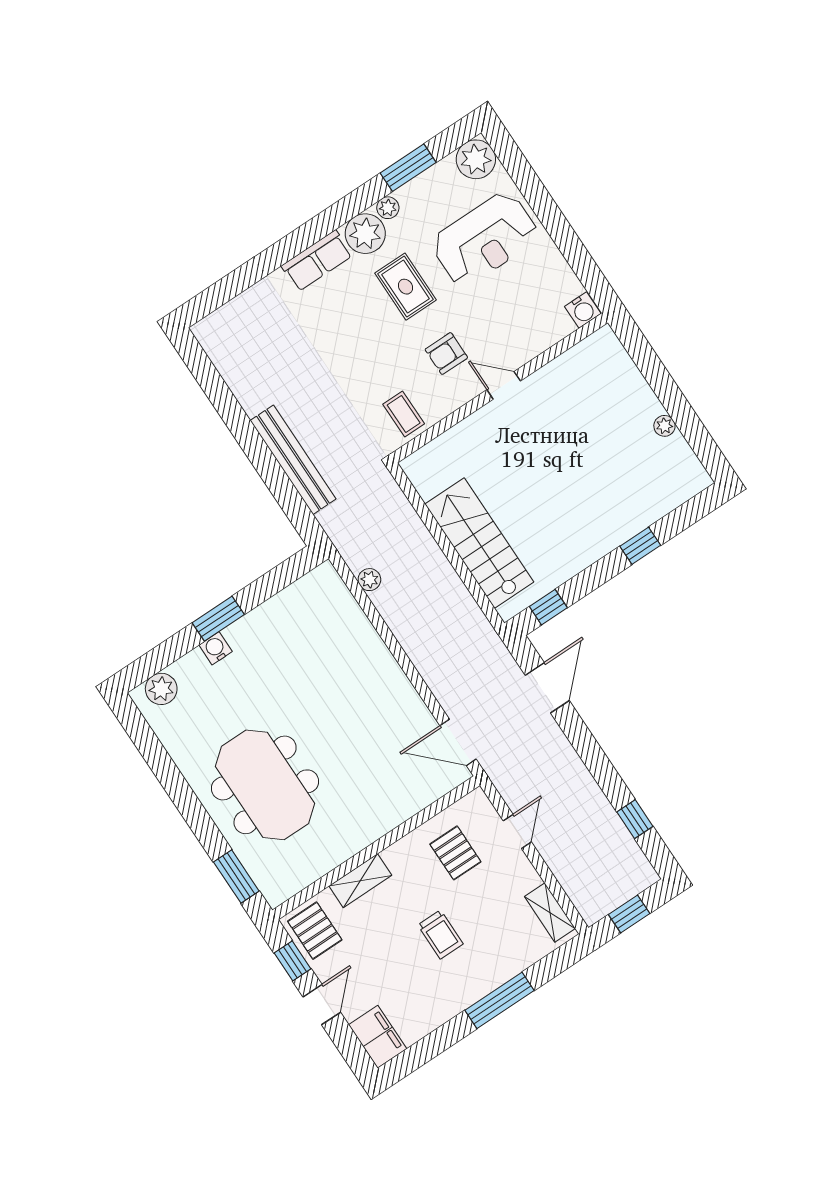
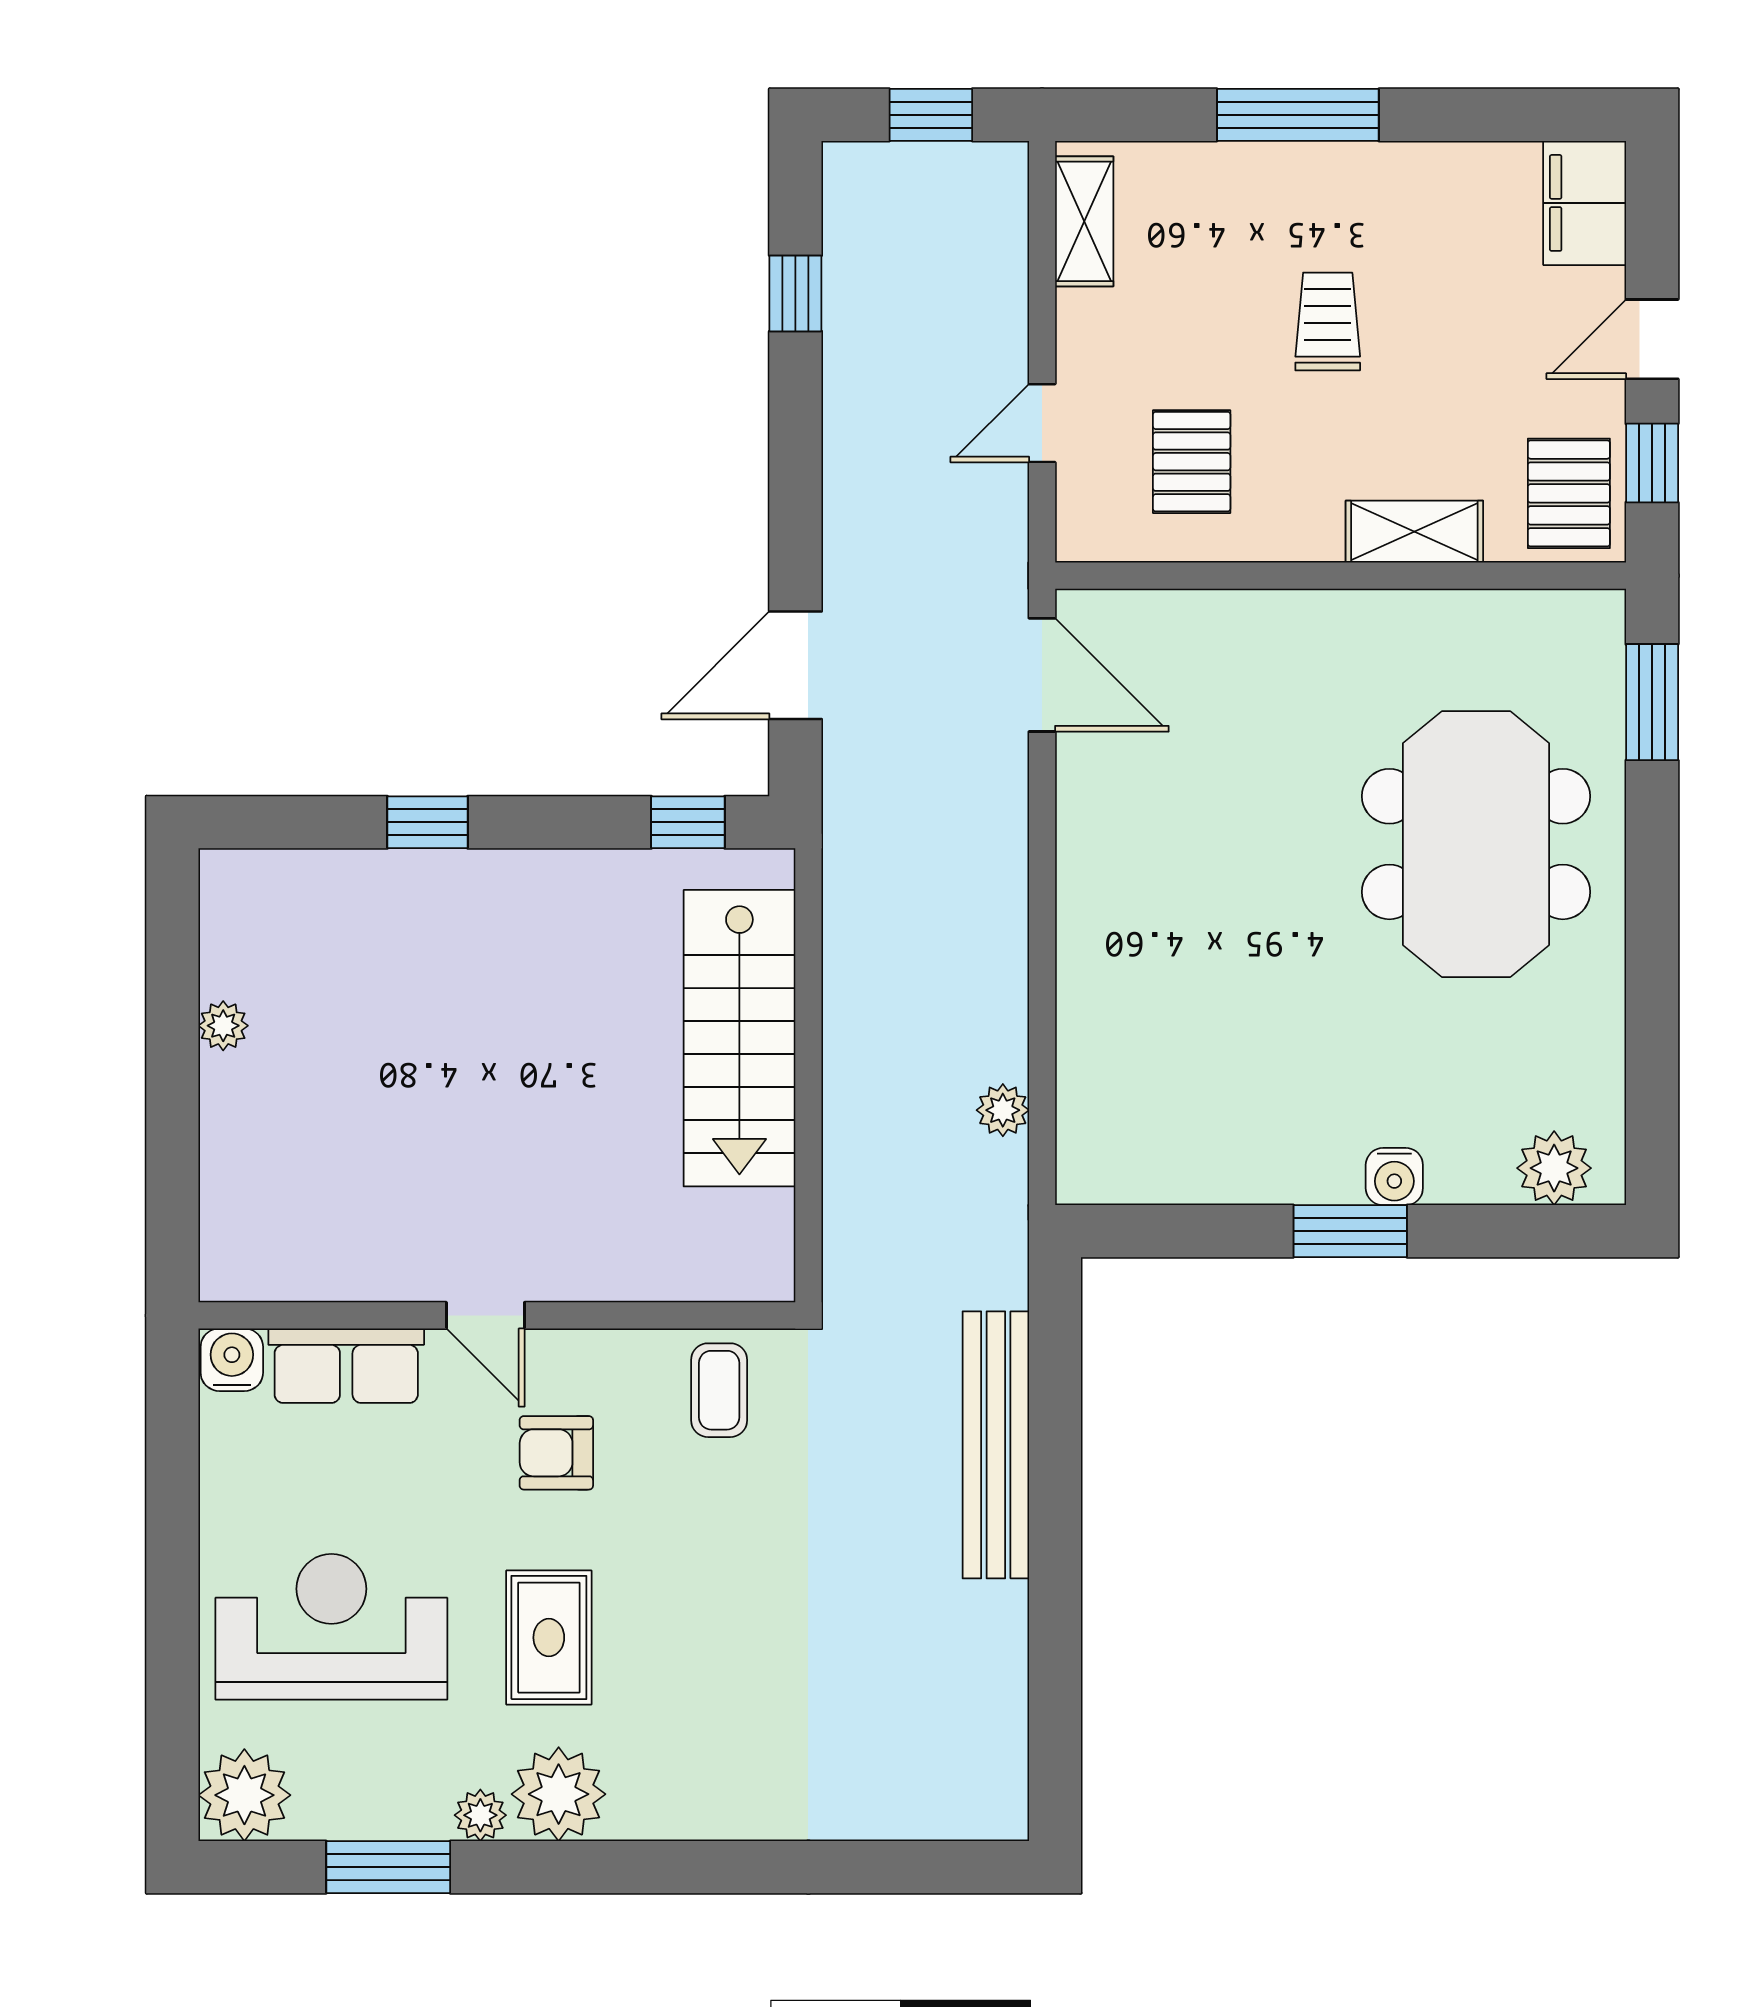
row of seats: (317, 261) -> (346, 1366), moved, turned 180
armchair: (446, 354) -> (556, 1453), turned 180

